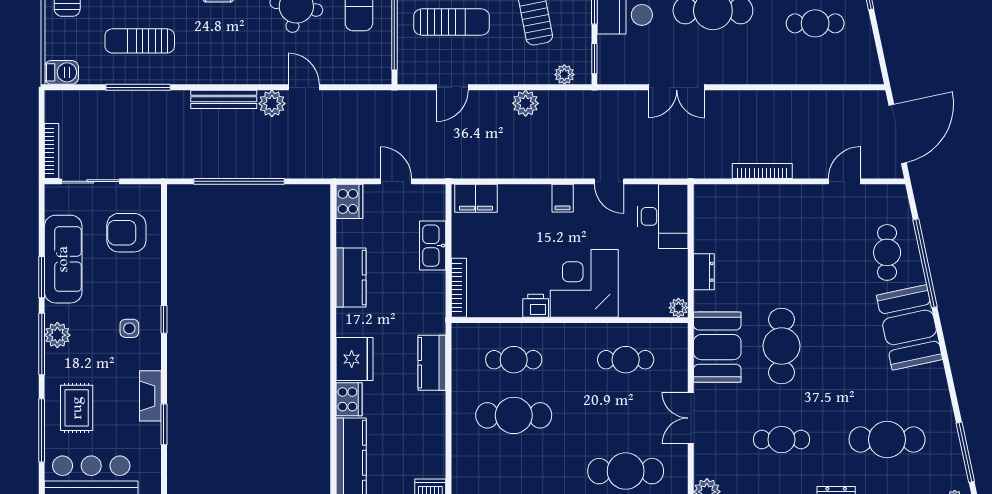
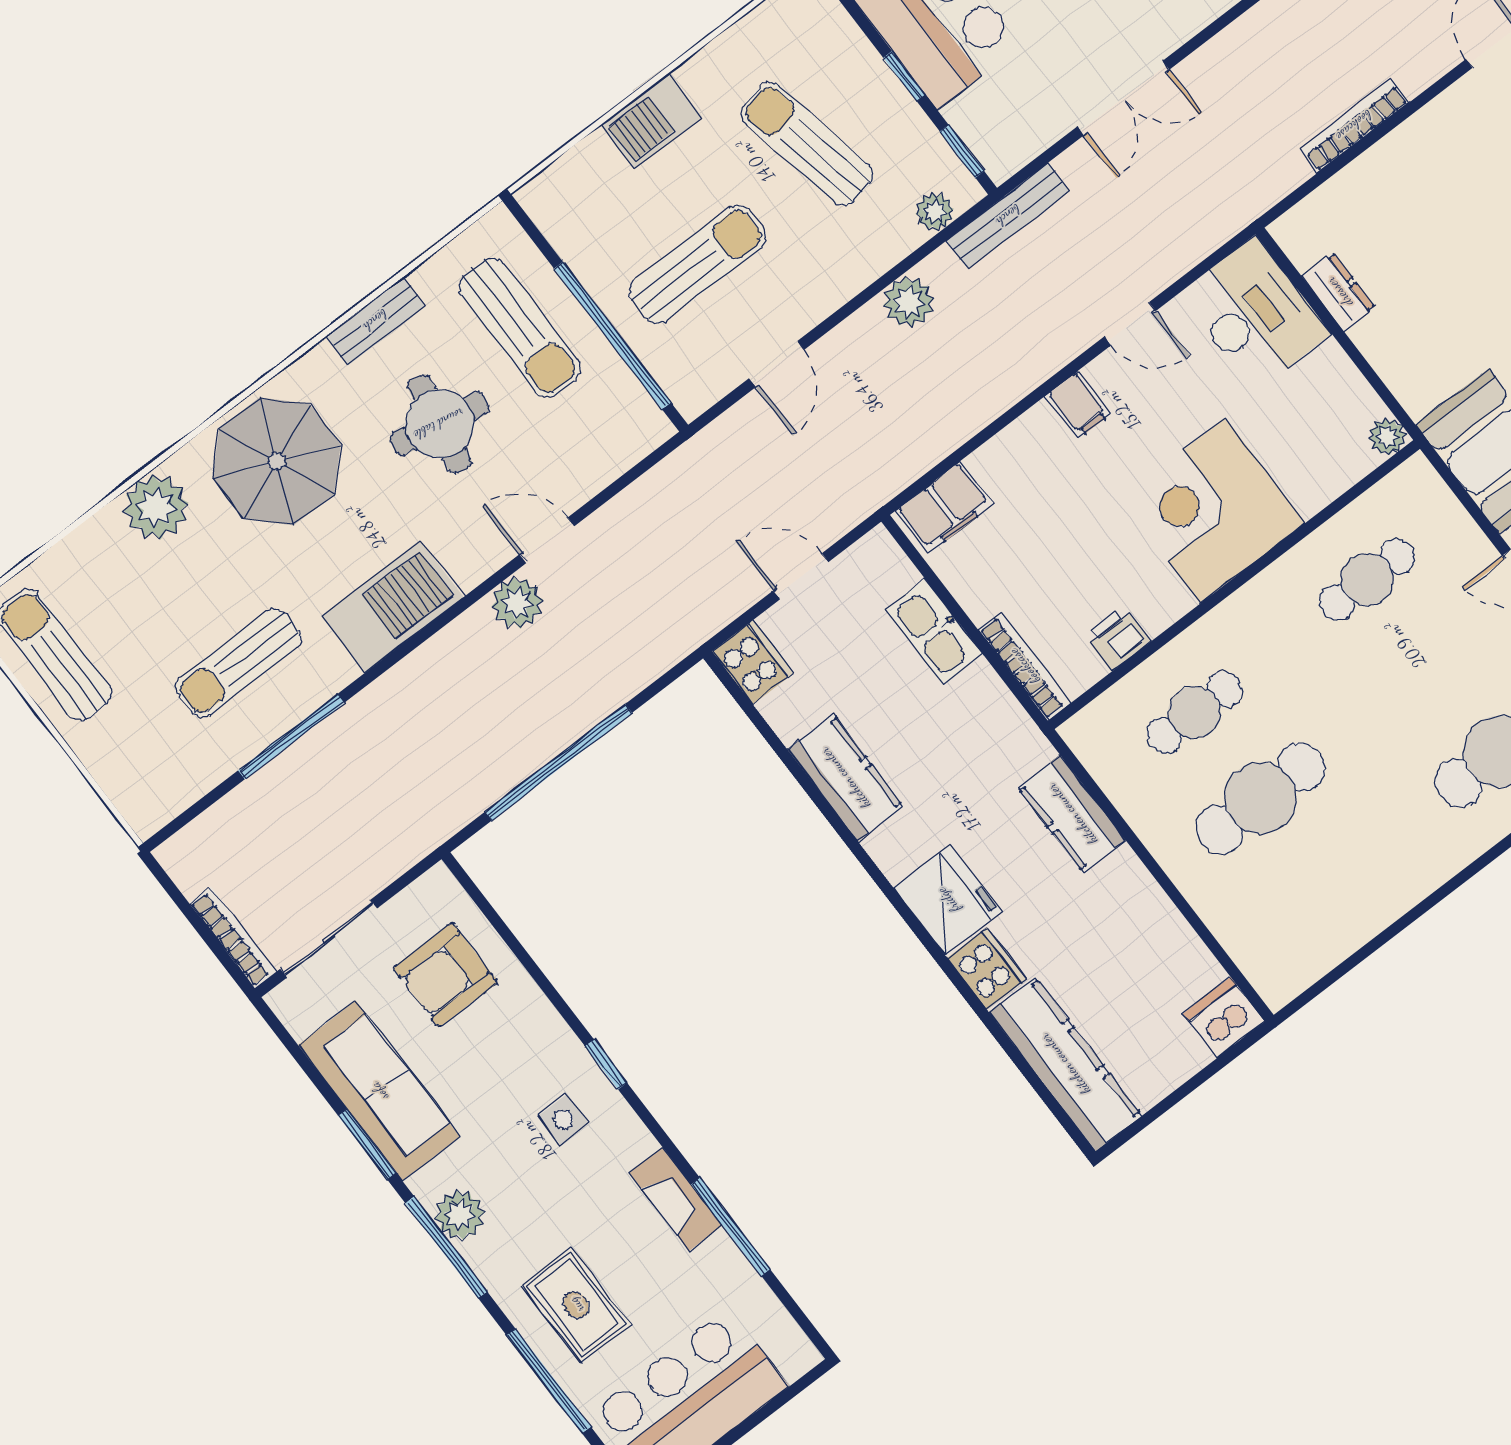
barbecue: (62, 72) -> (392, 607), moved, width x1.88, depth x1.53
bench: (224, 99) -> (1008, 216), moved
dresser: (704, 272) -> (1339, 292), moved
printer: (536, 306) -> (1118, 639), moved
window: (164, 424) -> (731, 1227), width x1.44

